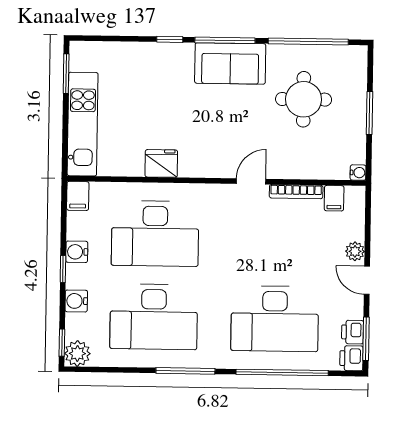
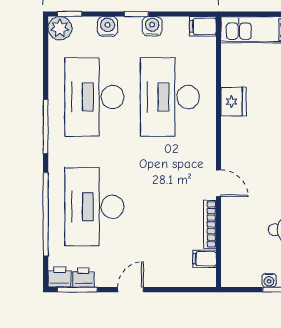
water cooler: (358, 173) -> (269, 280), moved
plant: (355, 251) -> (157, 279), removed

